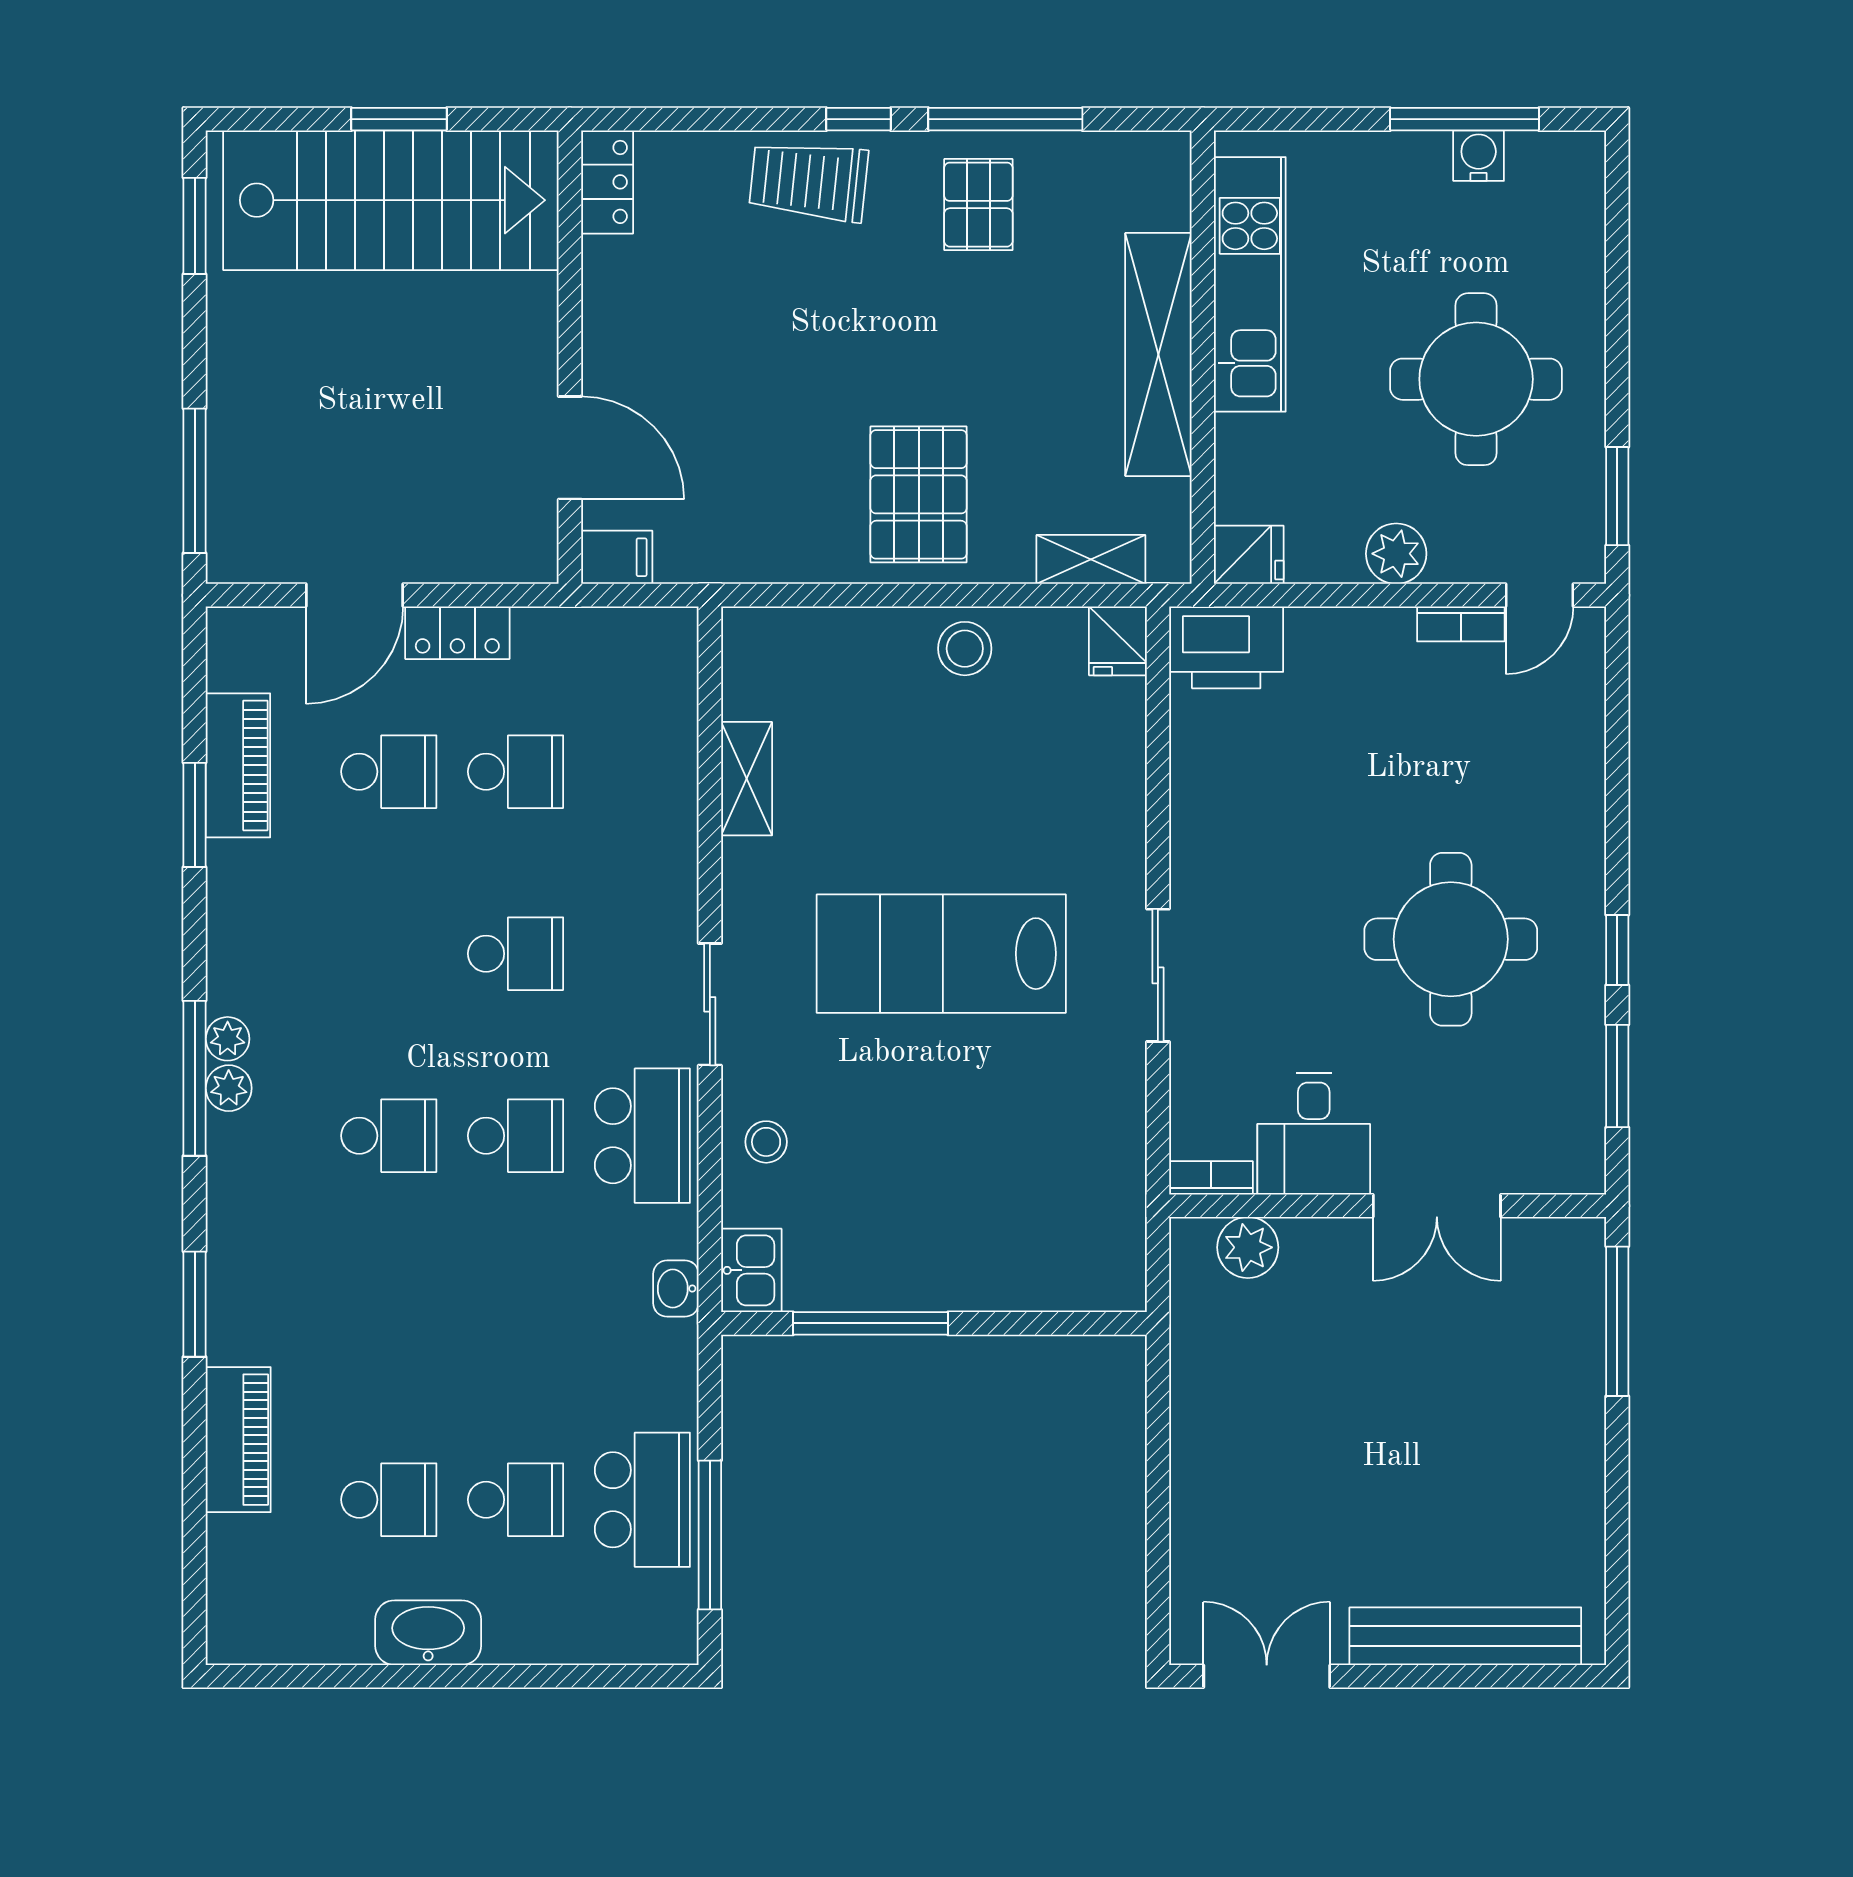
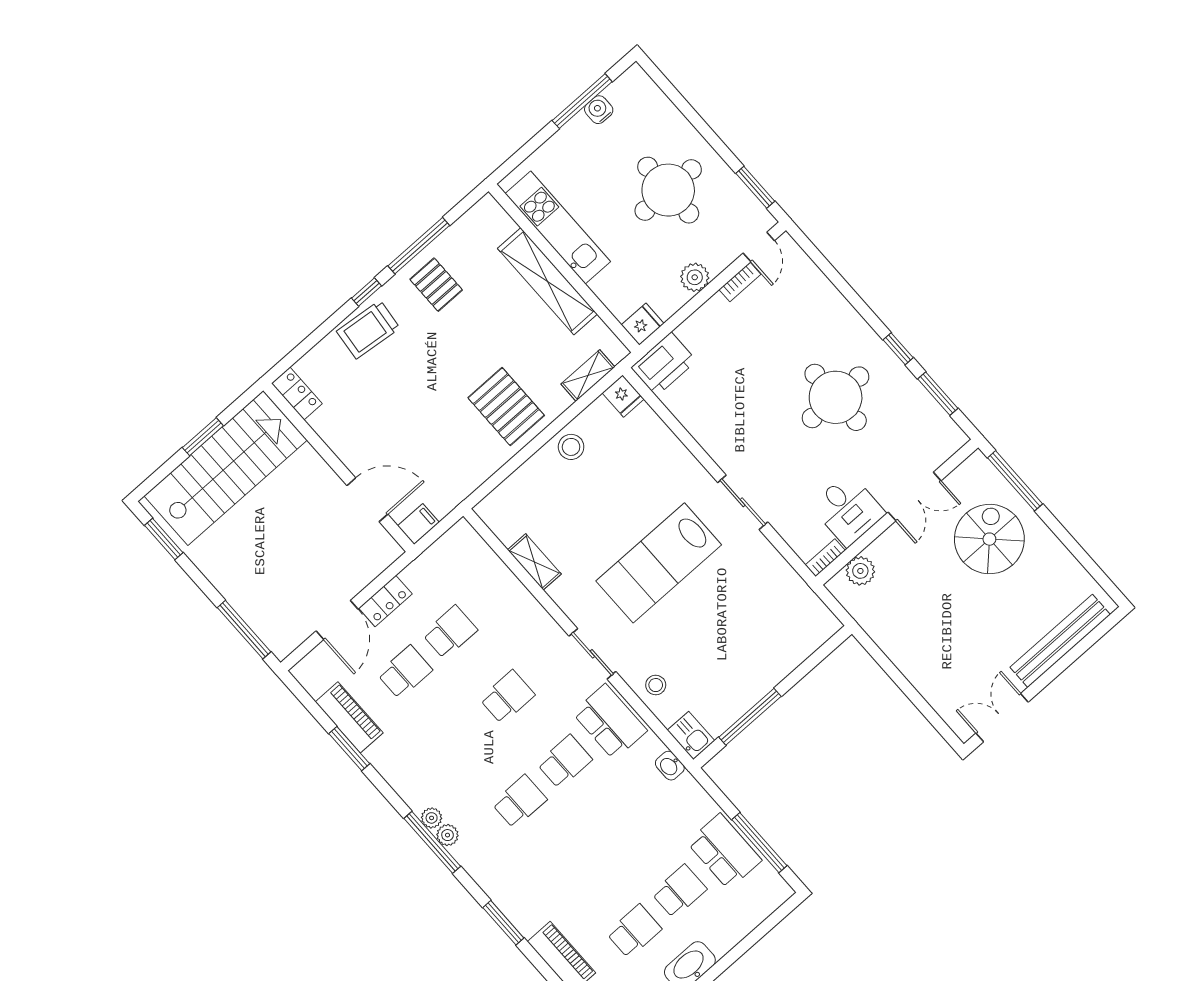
spiral stairs: (1496, 1377) -> (989, 539), added

